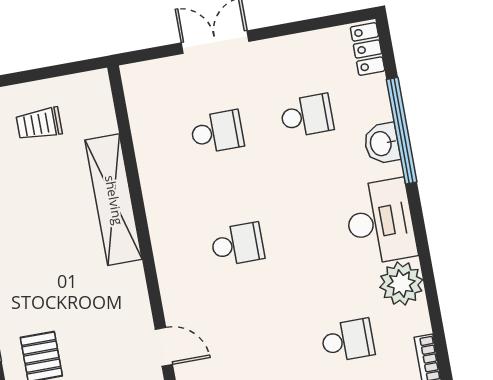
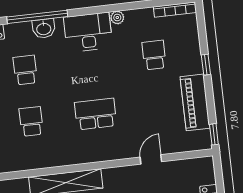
school desk: (237, 244) -> (96, 114), width x1.85
plant: (401, 284) -> (117, 17), width x0.53, depth x0.53

